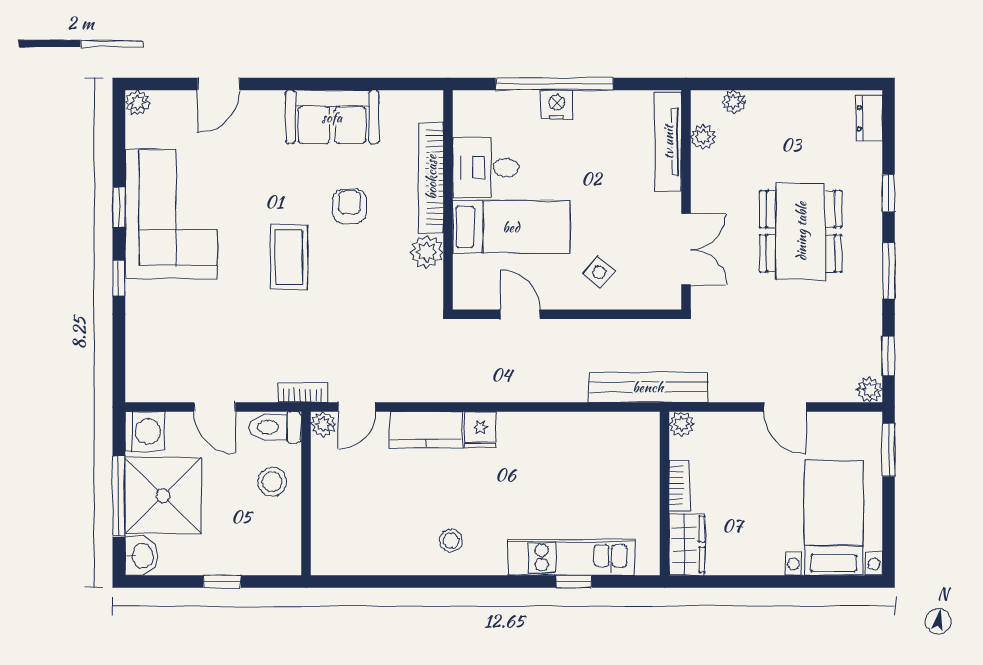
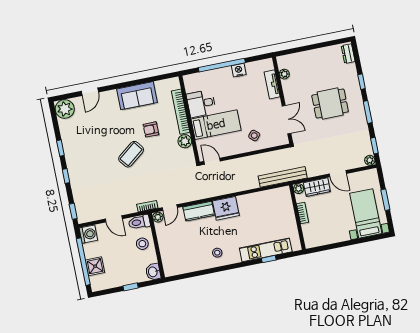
plant: (734, 102) -> (294, 58), removed
plant: (138, 103) -> (65, 109), width x1.88, depth x1.88
nightstand: (557, 105) -> (239, 70), moved
tv unit: (668, 142) -> (272, 84), width x0.71
armchair: (350, 206) -> (151, 129), turned -90
corner sofa: (171, 214) -> (82, 147), removed
dining table: (801, 231) -> (330, 104), width x0.73
coffee table: (289, 257) -> (131, 154), turned 52
door: (520, 314) -> (212, 161), moved
window: (119, 368) -> (73, 211), added
fridge: (480, 430) -> (226, 208), width x1.88, depth x1.34
window: (888, 450) -> (385, 200), moved
window: (119, 496) -> (83, 262), width x1.46
shower: (163, 496) -> (95, 266), width x0.54, depth x0.54
wardrobe: (687, 545) -> (317, 187), moved, turned 90
washbasin: (142, 556) -> (153, 272), moved, turned 180

